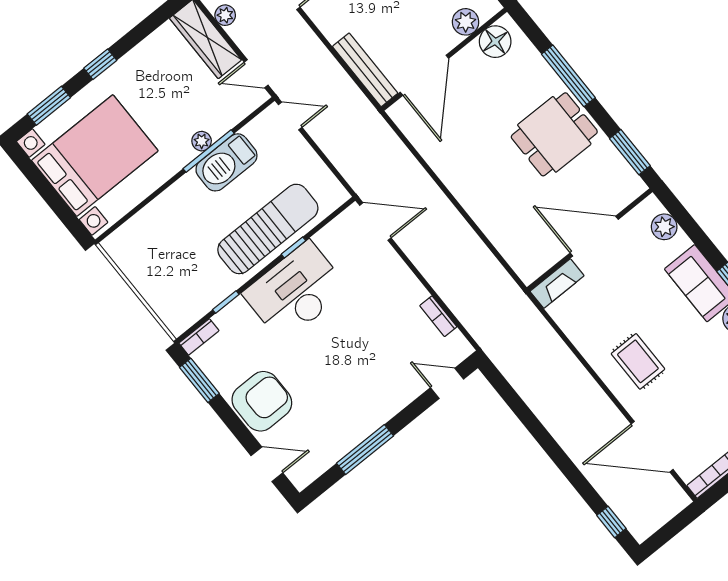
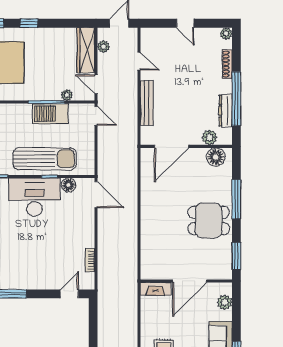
bench: (365, 70) -> (147, 103), moved
plant: (202, 141) -> (67, 95), moved
door: (594, 236) -> (190, 281), swing flipped
floor lamp: (328, 239) -> (68, 185), added
door: (447, 383) -> (69, 294), hinge flipped

